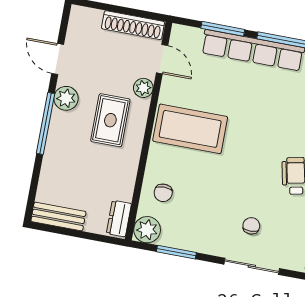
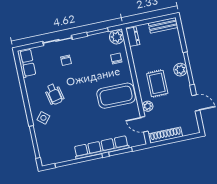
plant: (66, 98) -> (180, 70), moved

